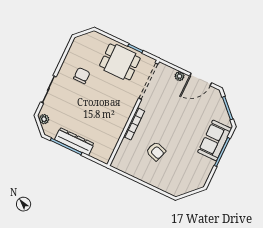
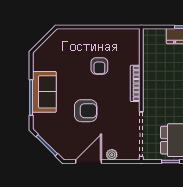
armchair: (184, 121) -> (86, 111), added
sofa: (215, 140) -> (44, 92), moved
armchair: (156, 151) -> (99, 66), turned -109

